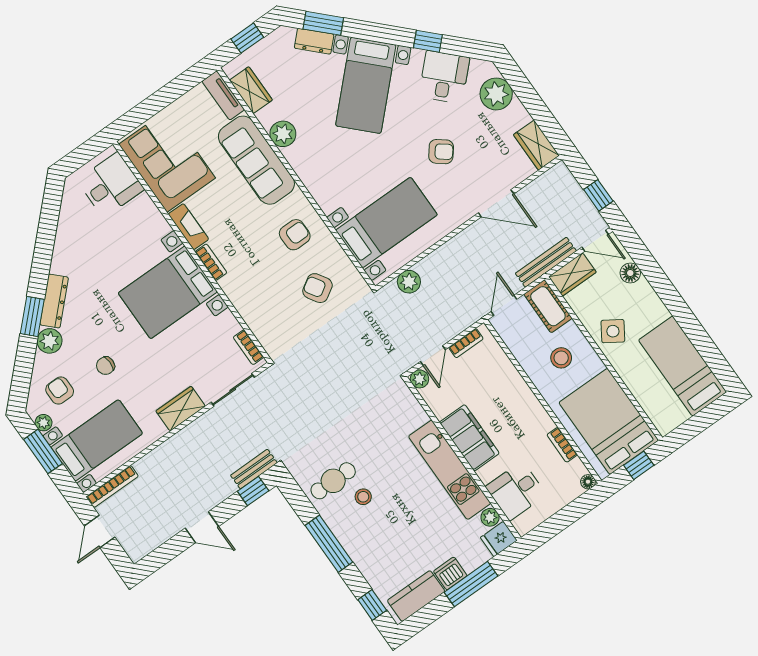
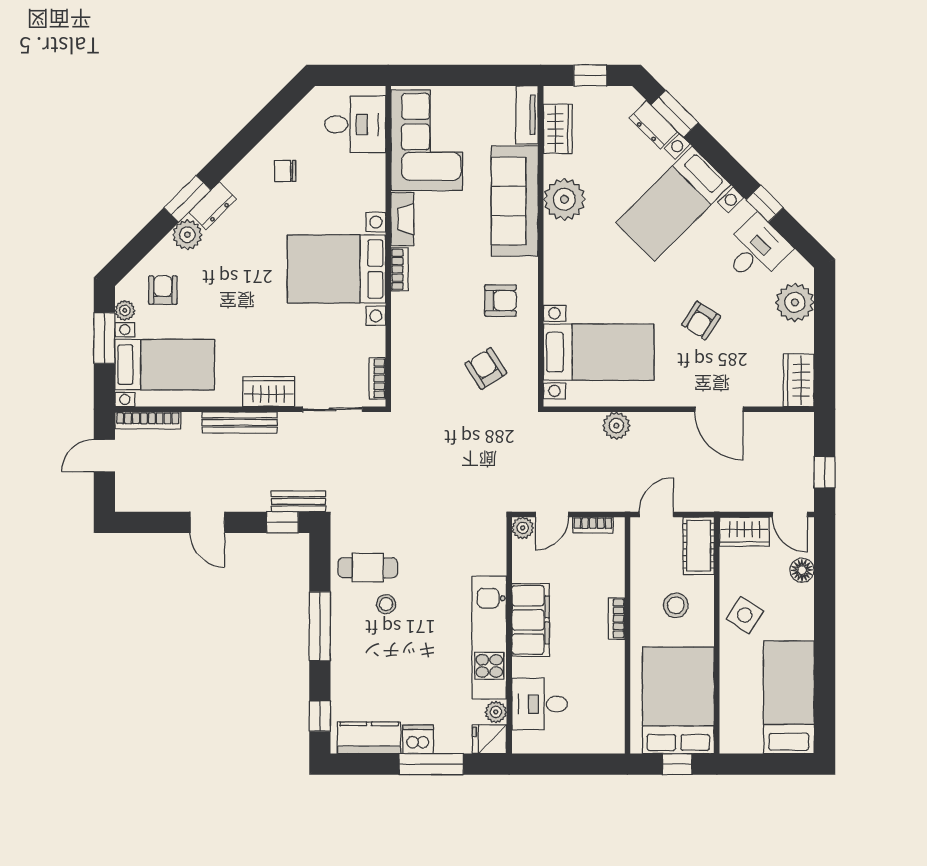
plant: (283, 134) -> (564, 199), width x1.36, depth x1.36
armchair: (441, 152) -> (701, 321), turned 85
bench: (546, 262) -> (240, 422), moved
plant: (409, 282) -> (616, 426), moved
dresser: (54, 301) -> (213, 206), width x0.70
chair: (106, 366) -> (285, 171), moved
bookcase: (562, 445) -> (617, 619), moved
floor lamp: (588, 482) -> (616, 745), removed

